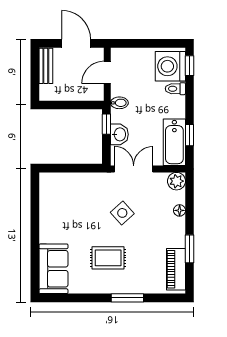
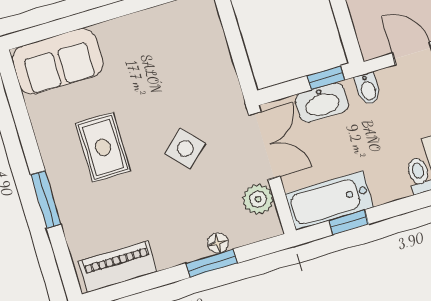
washbasin: (119, 134) -> (322, 103), width x1.38
plant: (176, 181) -> (258, 199), moved
window: (190, 249) -> (212, 263), moved

